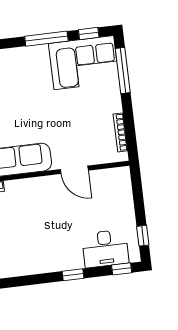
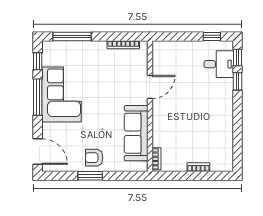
corner sofa: (84, 63) -> (61, 95), moved
desk: (105, 249) -> (219, 64), width x0.73
window: (73, 275) -> (237, 81), moved

